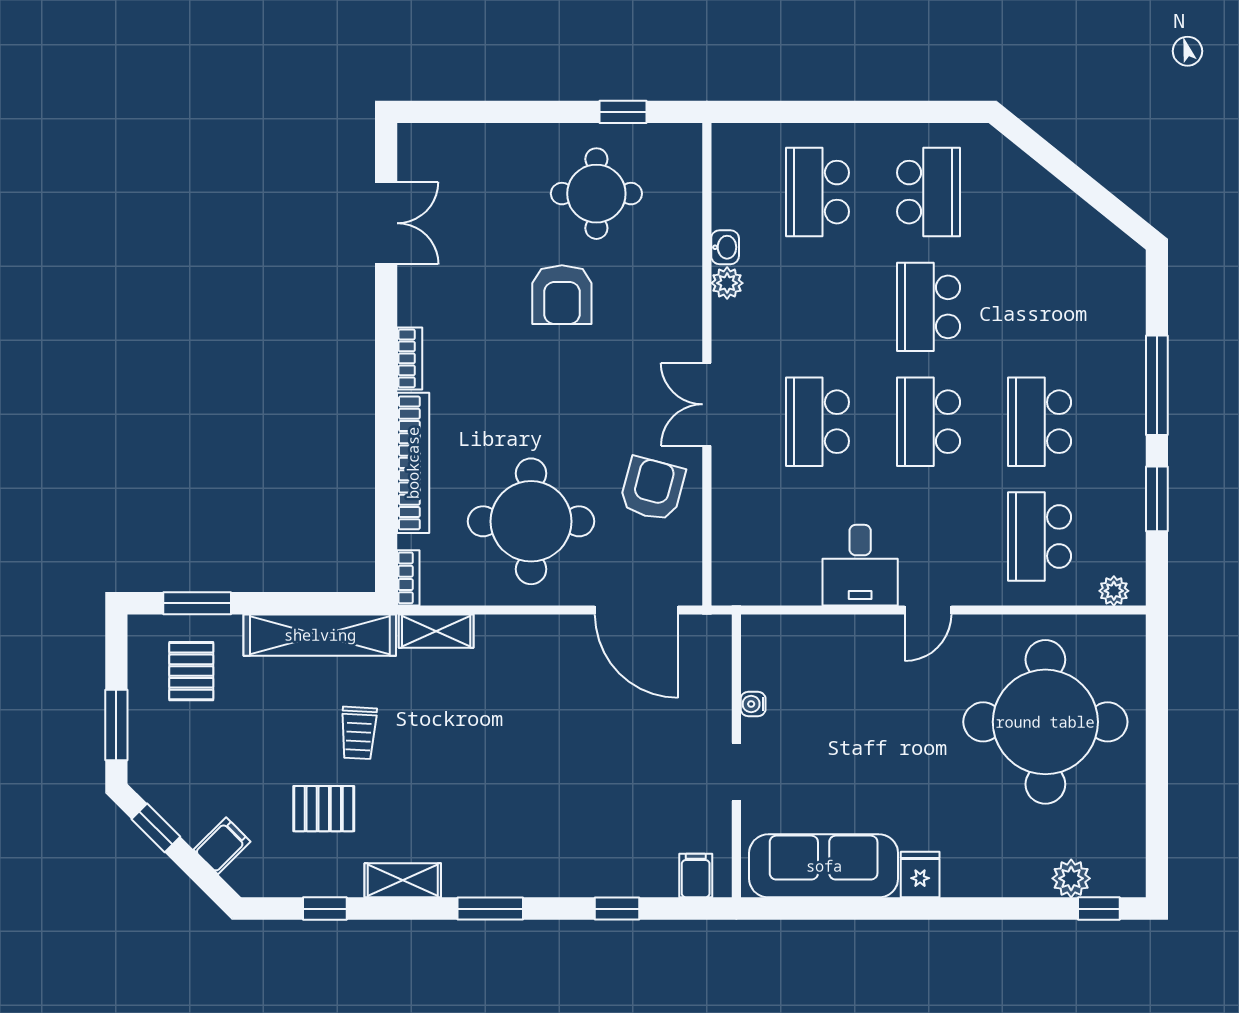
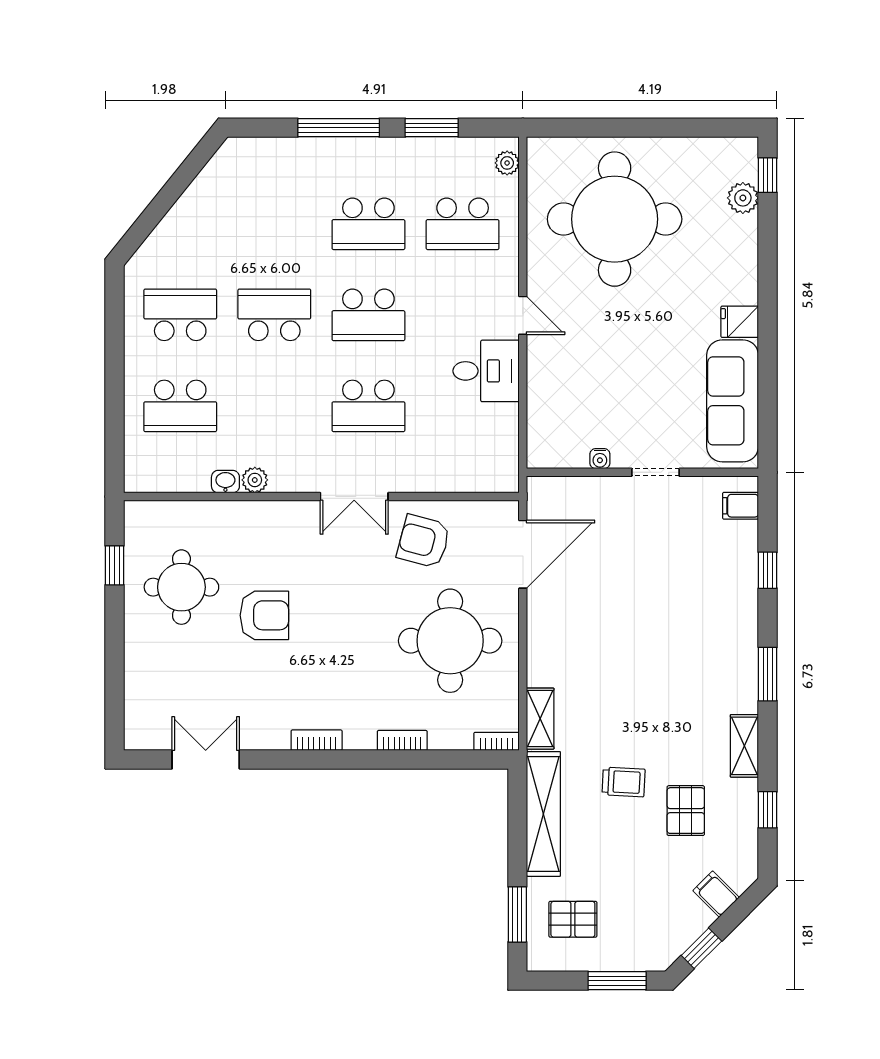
school desk: (929, 307) -> (274, 315), turned 180
bookcase: (413, 463) -> (402, 740), width x0.43, depth x0.76

